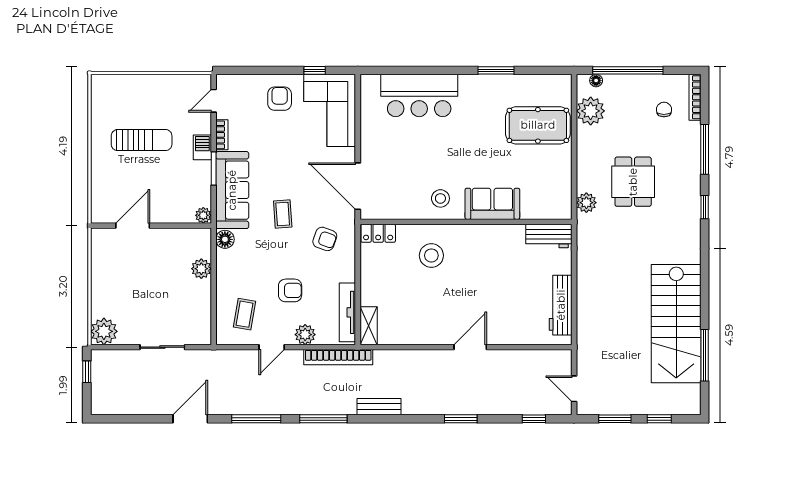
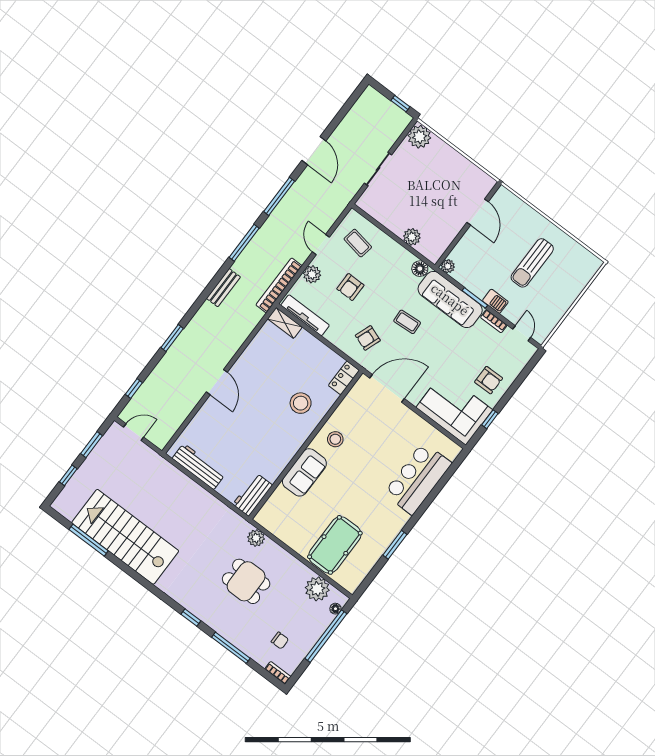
bookcase: (695, 97) -> (278, 673), width x0.64

